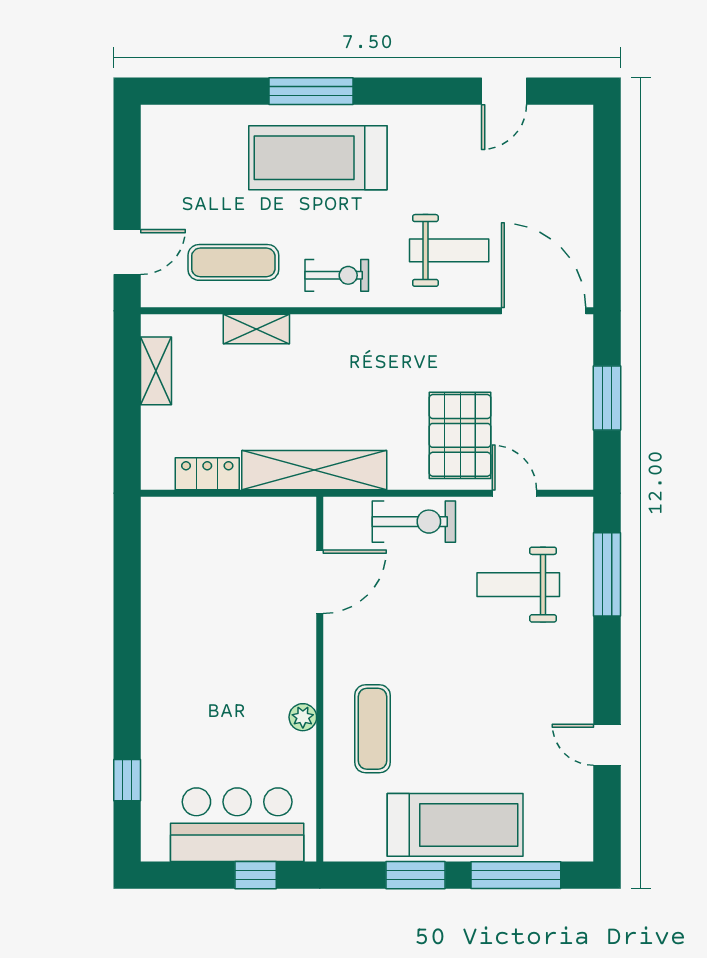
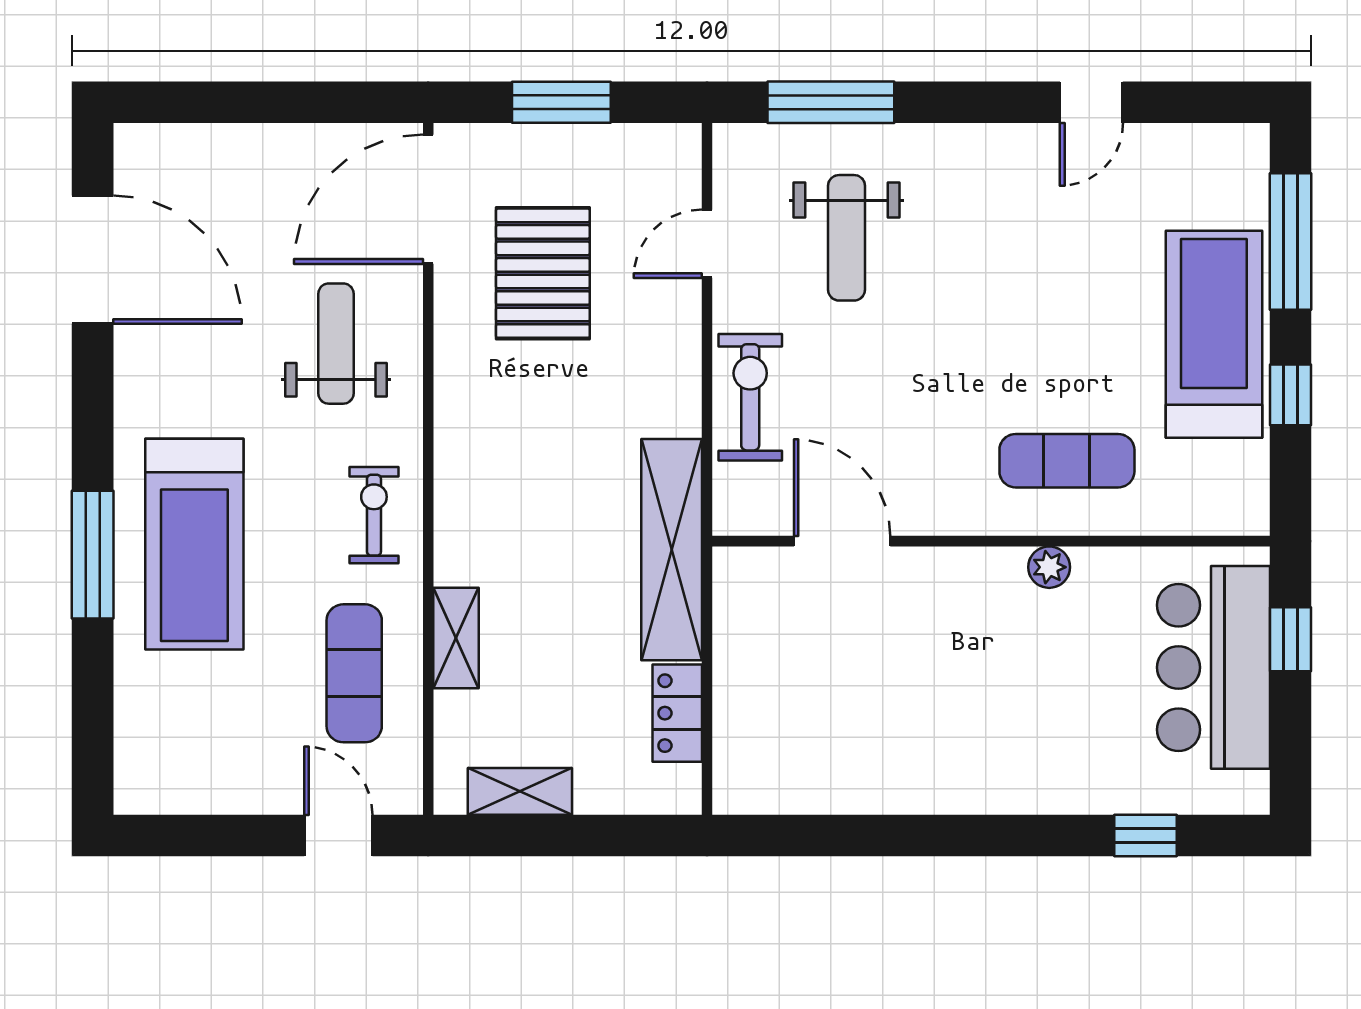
door: (504, 91) -> (93, 260), width x1.87
pallet: (460, 435) -> (543, 273), moved, turned 90
window: (416, 875) -> (1290, 395), width x0.67

